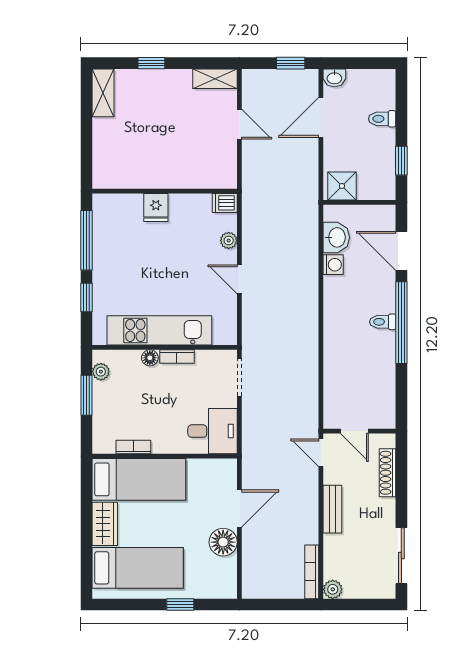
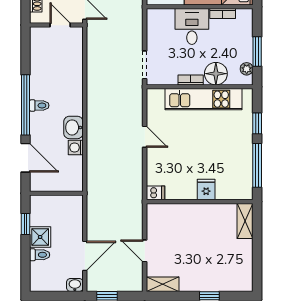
shelving: (103, 93) -> (245, 221), moved
shower: (342, 186) -> (40, 237), moved
washbasin: (336, 237) -> (73, 127), moved
plant: (229, 240) -> (153, 165), removed
floor lamp: (150, 358) -> (216, 74), width x1.89, depth x1.89
desk: (213, 431) -> (192, 26), moved, turned 90

